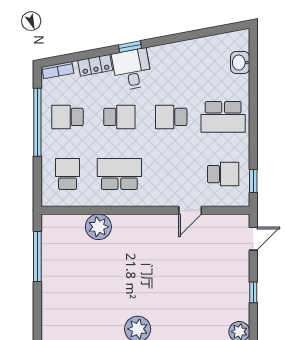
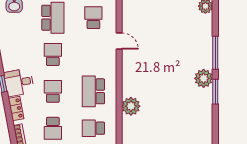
school desk: (171, 117) -> (53, 55), turned 180

